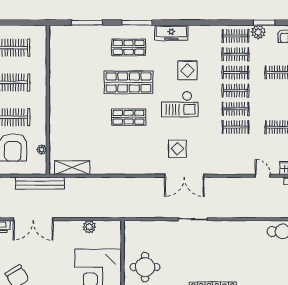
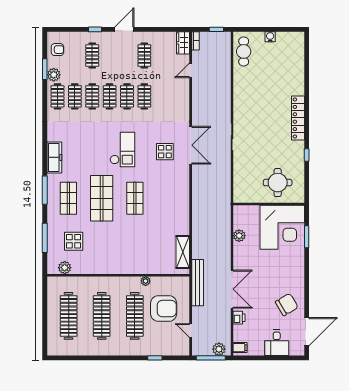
plant: (56, 44) -> (65, 268), added
display table: (188, 70) -> (74, 241), moved
plant: (42, 150) -> (146, 281), moved

